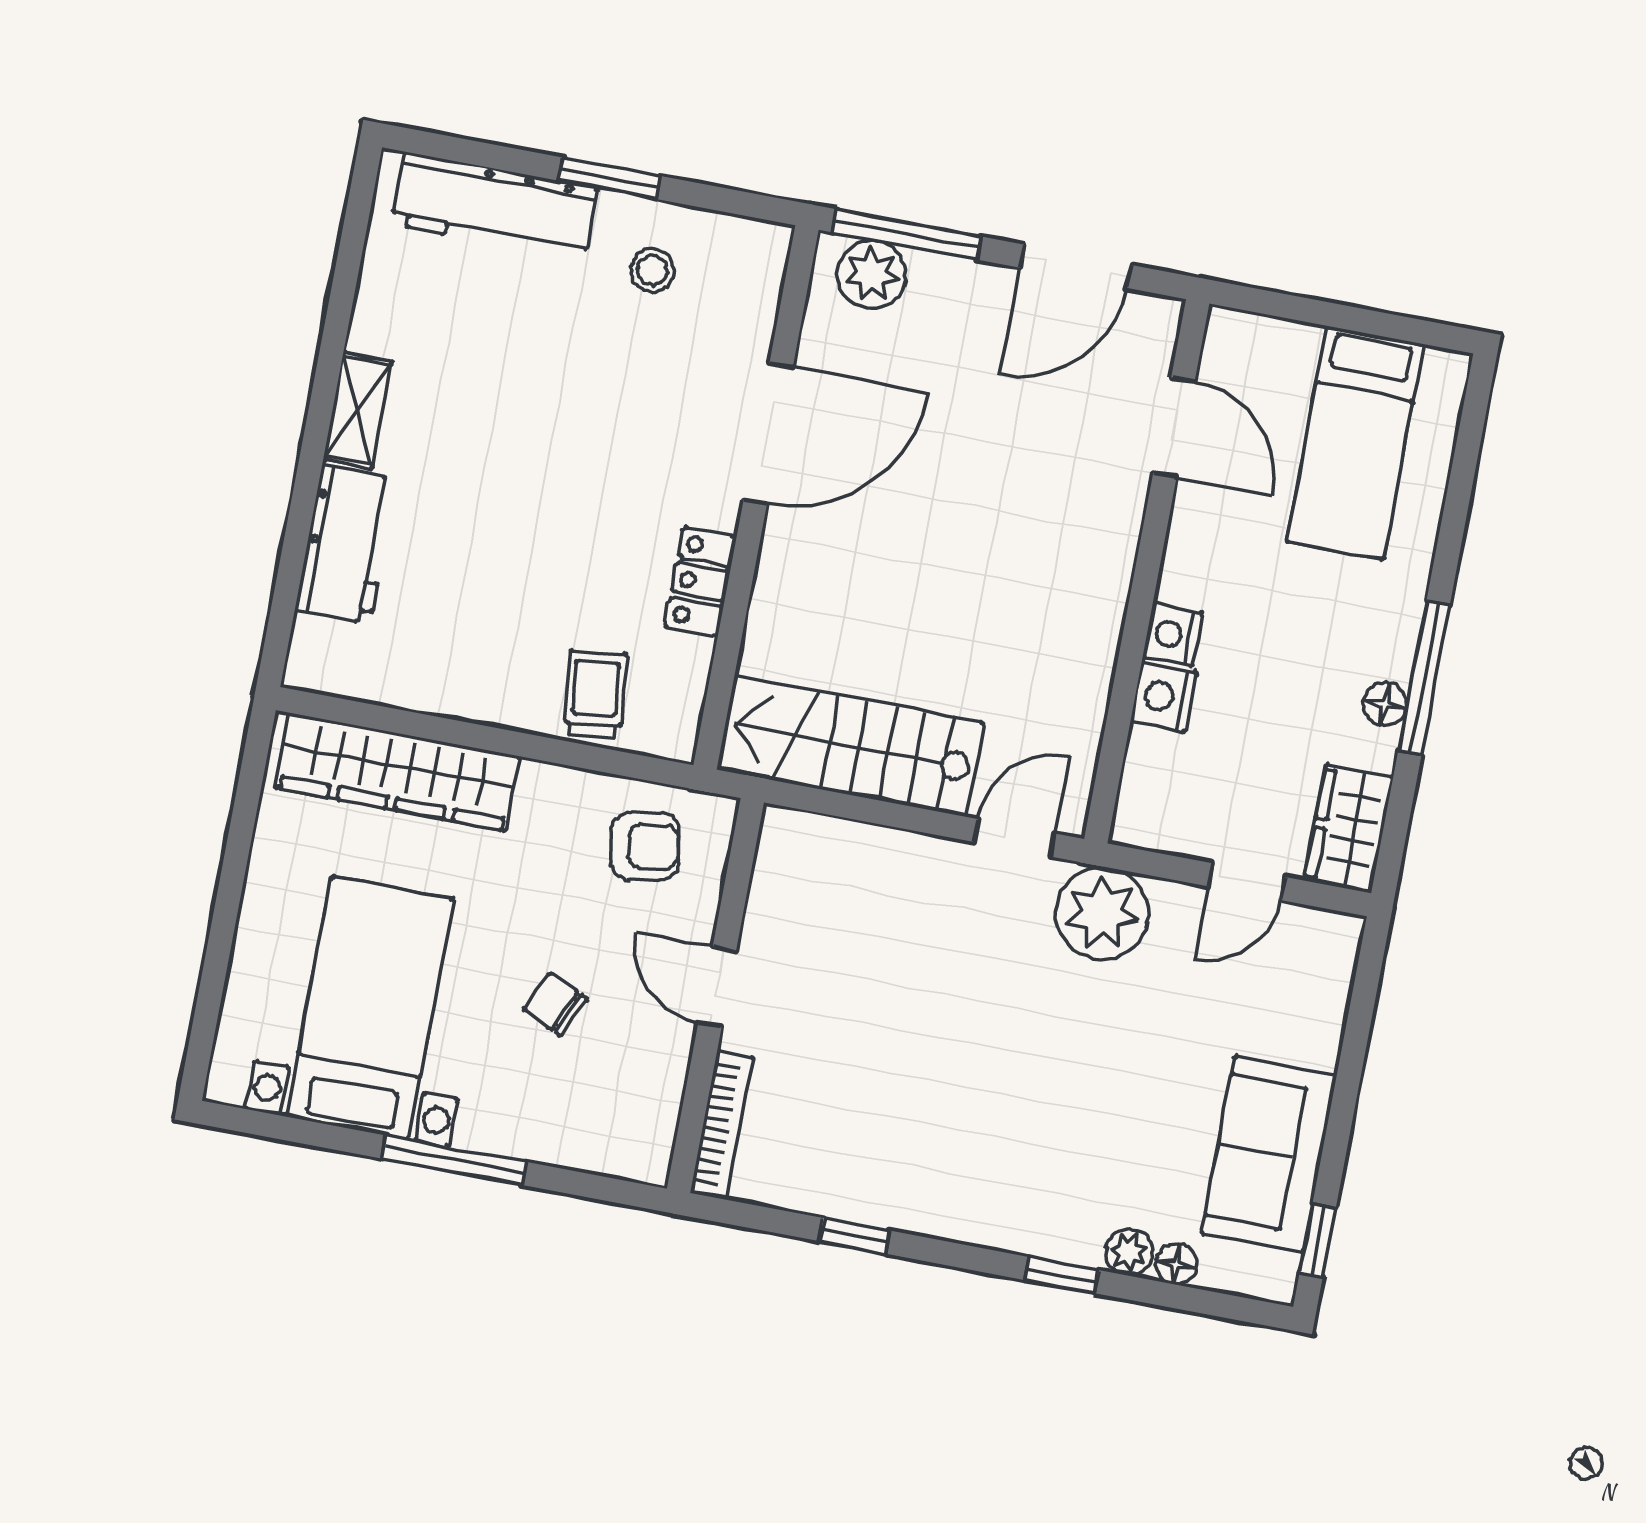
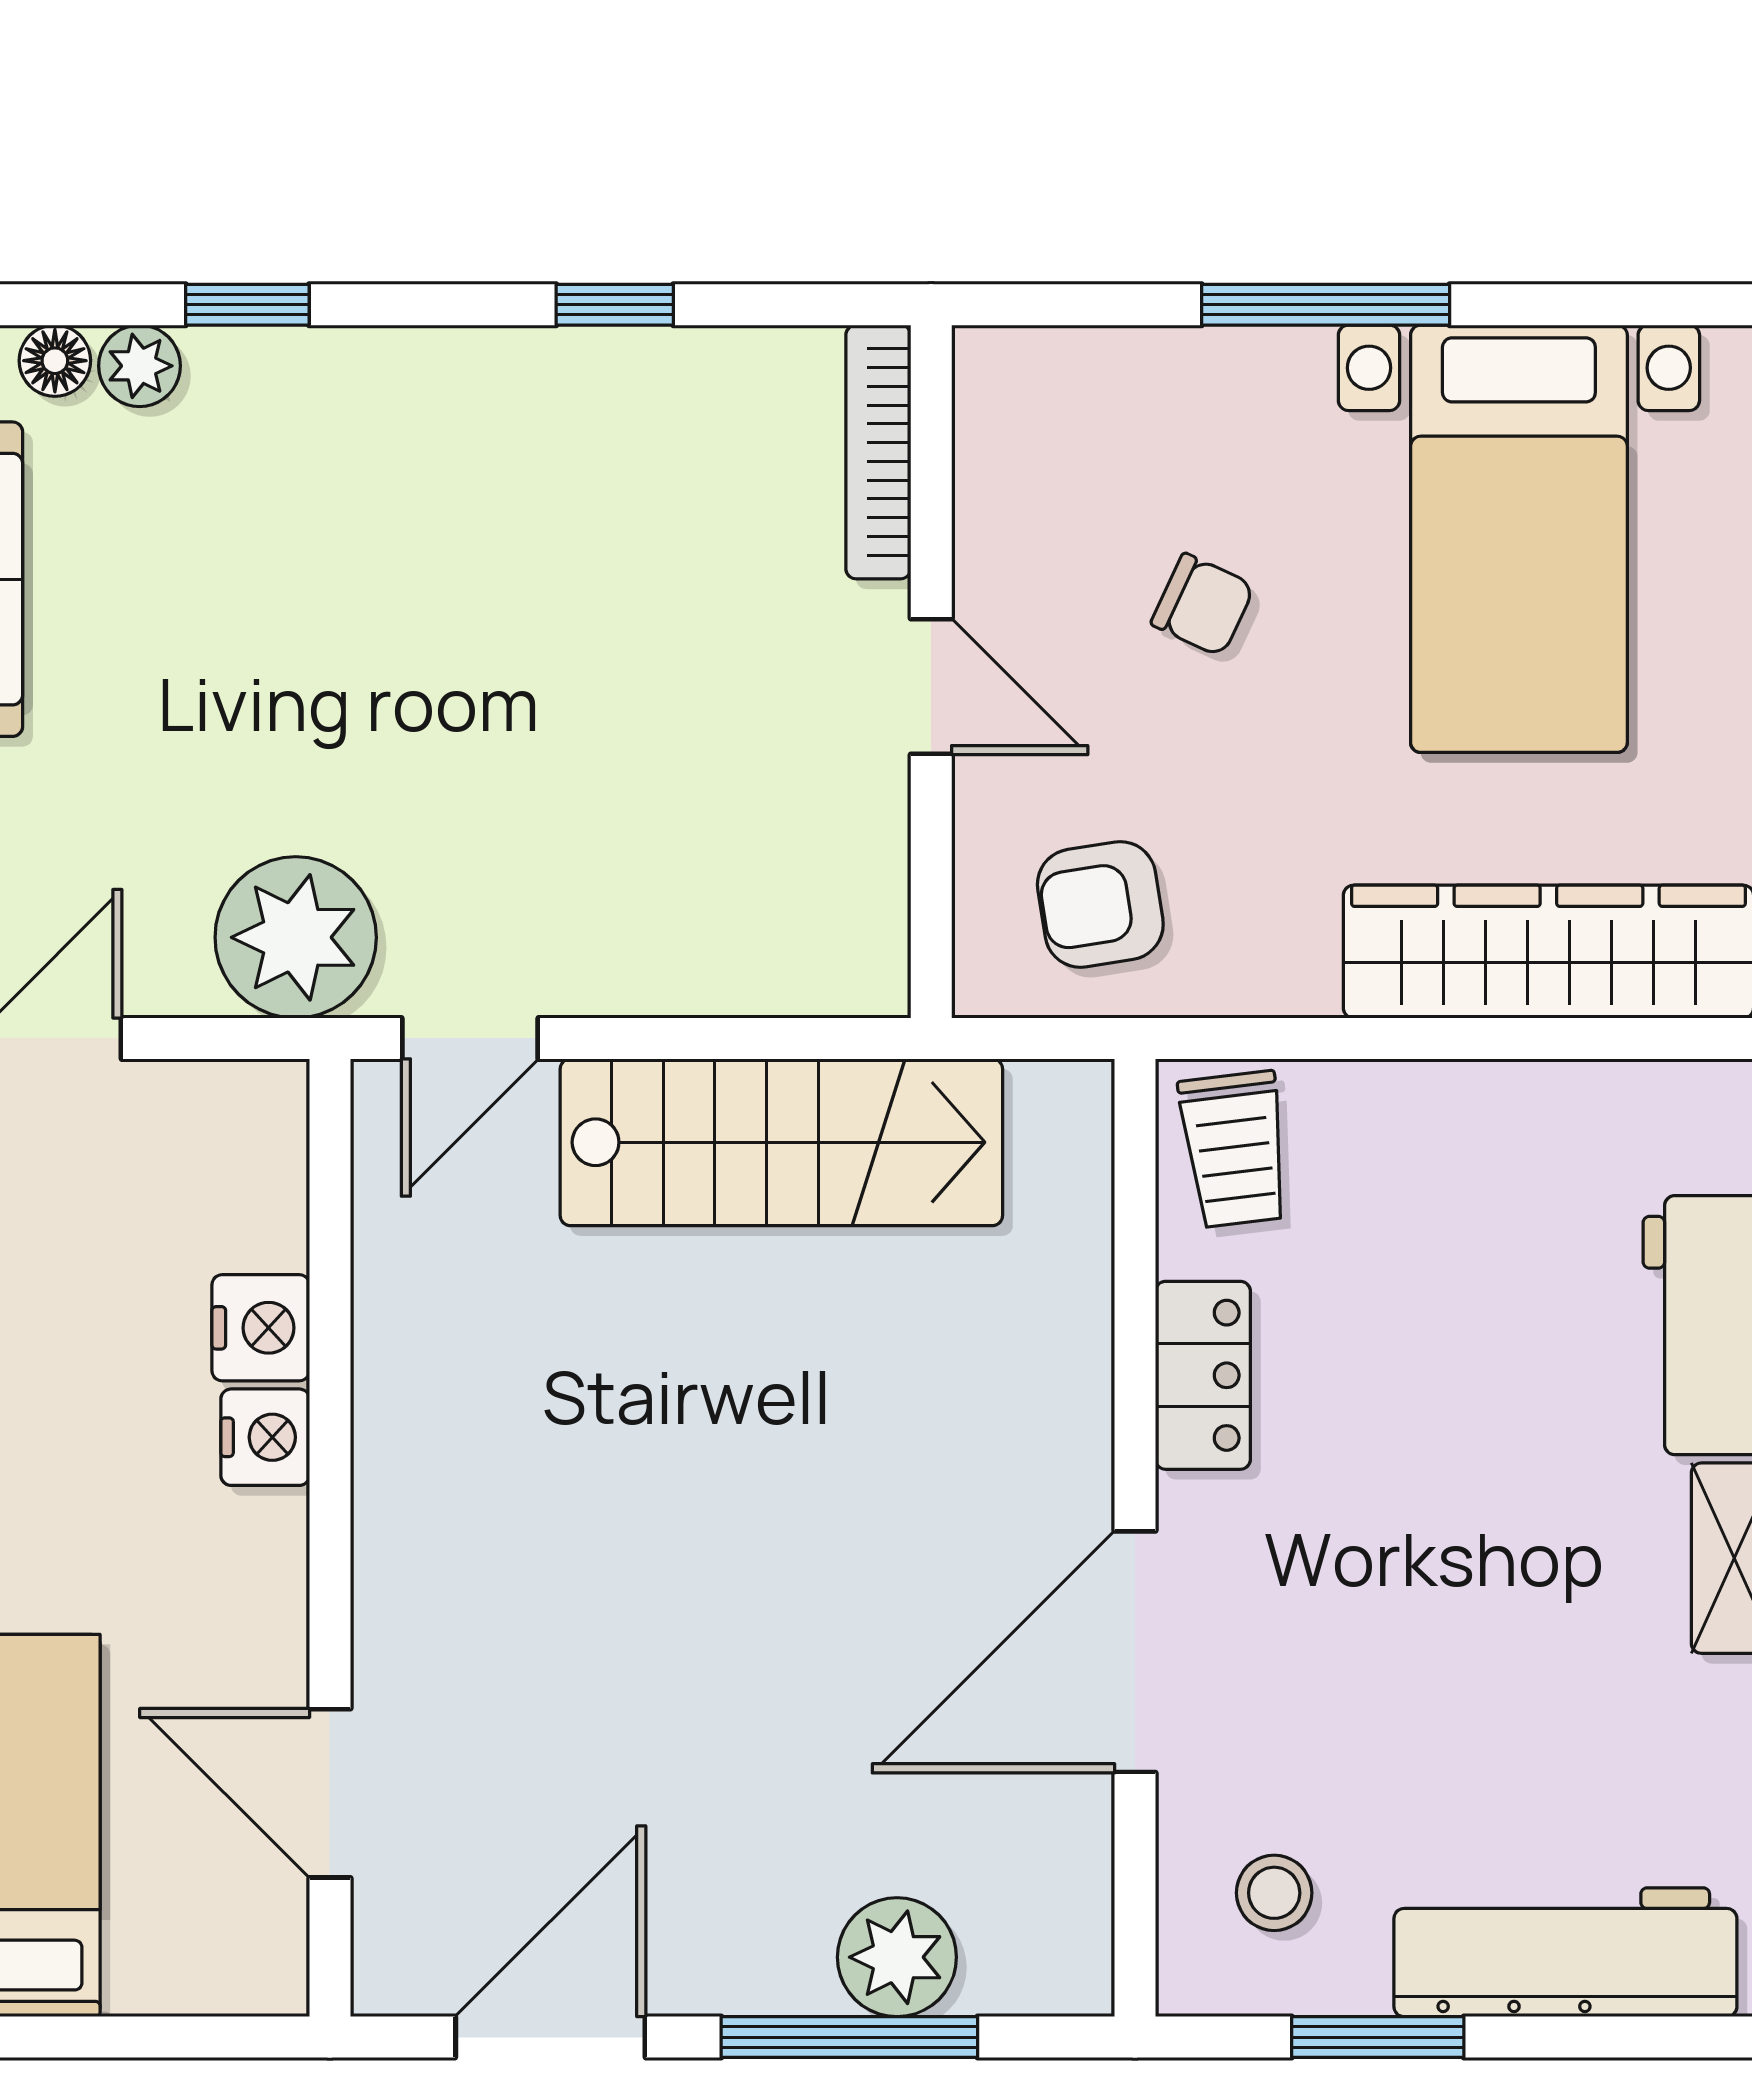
door: (768, 433) -> (1135, 1652), moved
wall: (756, 497) -> (1135, 1538), moved
locker: (700, 582) -> (1203, 1375), moved

